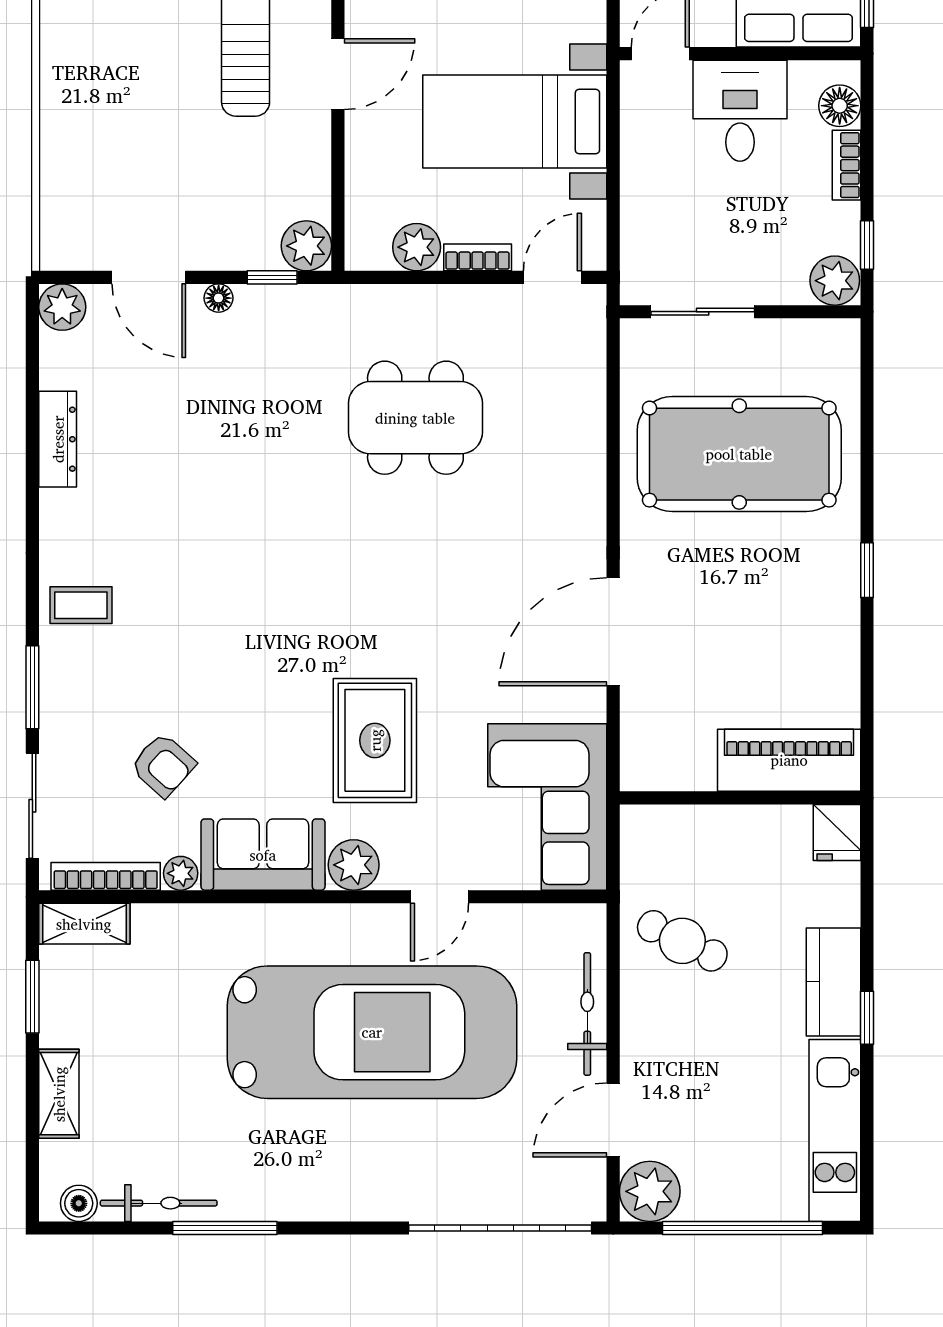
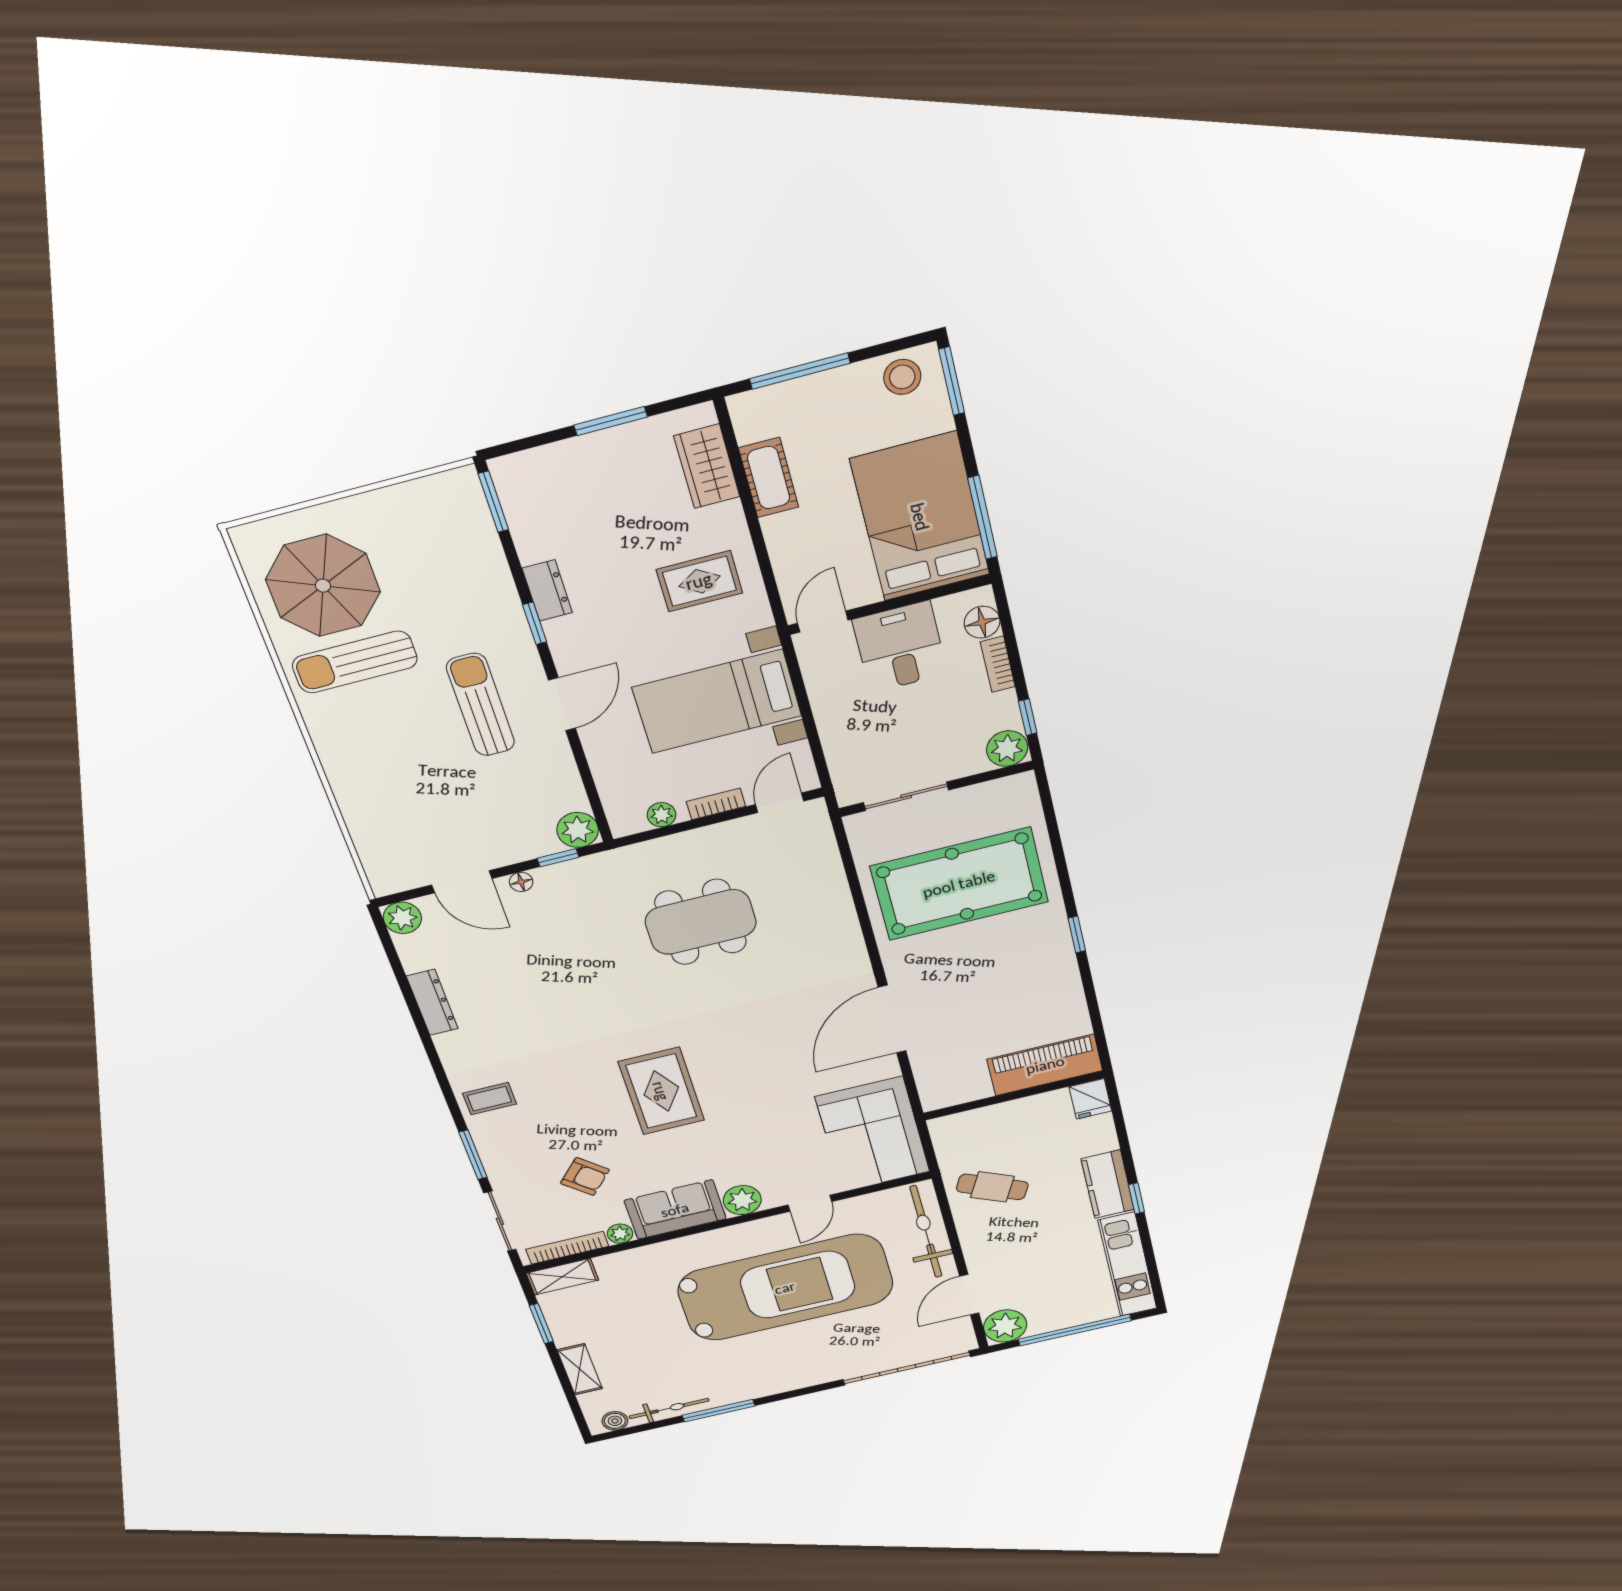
plant: (417, 247) -> (661, 815), width x0.73, depth x0.73
rug: (375, 740) -> (661, 1091), moved
bicycle: (587, 1014) -> (926, 1232), width x1.37, depth x1.40

